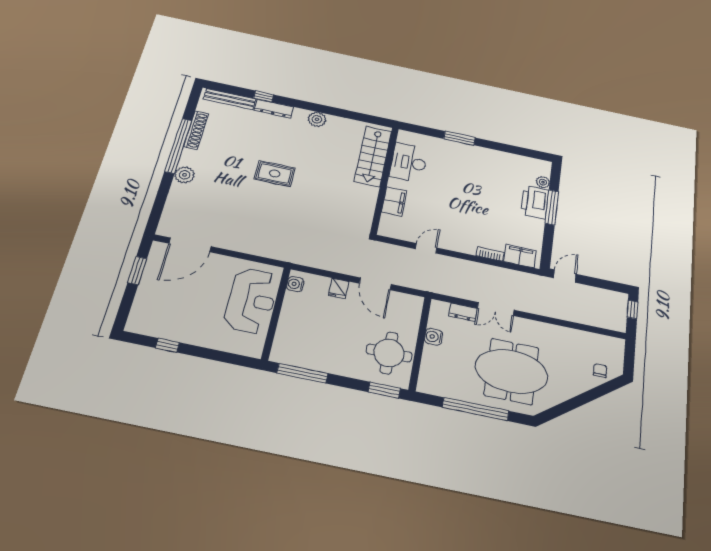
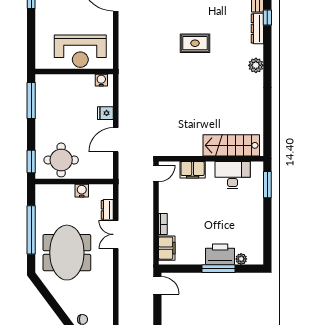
stairs: (373, 156) -> (231, 145), moved
desk: (409, 162) -> (233, 175), moved
rug: (275, 174) -> (195, 43), turned 90
wall: (385, 180) -> (211, 159), moved
filing cabinet: (394, 201) -> (193, 170), moved
door: (426, 248) -> (156, 173), hinge flipped

